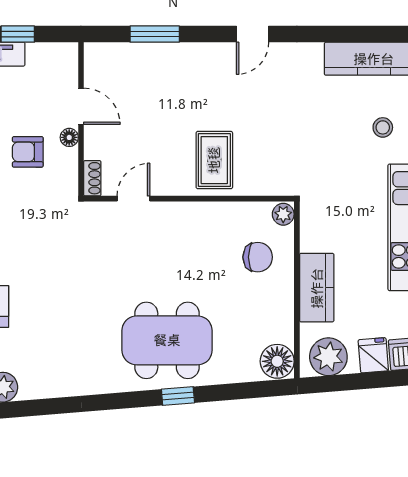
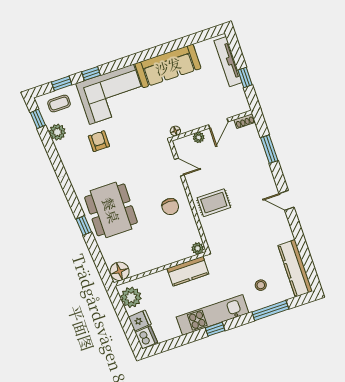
floor lamp: (69, 137) -> (175, 131), moved
plant: (94, 148) -> (199, 137), added
armchair: (28, 152) -> (99, 141), moved
shoe rack: (92, 178) -> (245, 121), moved
chair: (258, 257) -> (170, 207), moved
kitchen counter: (317, 288) -> (188, 271), moved

